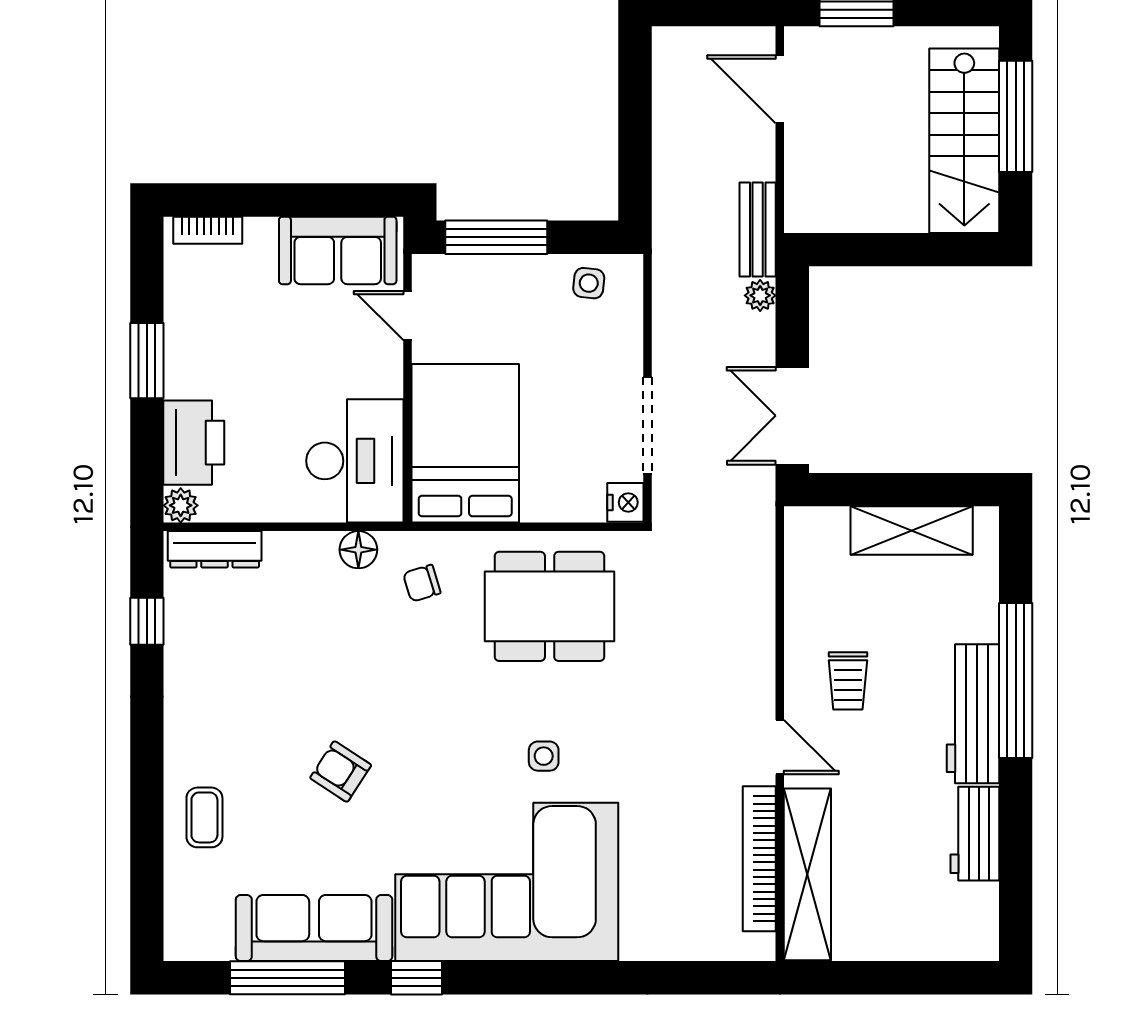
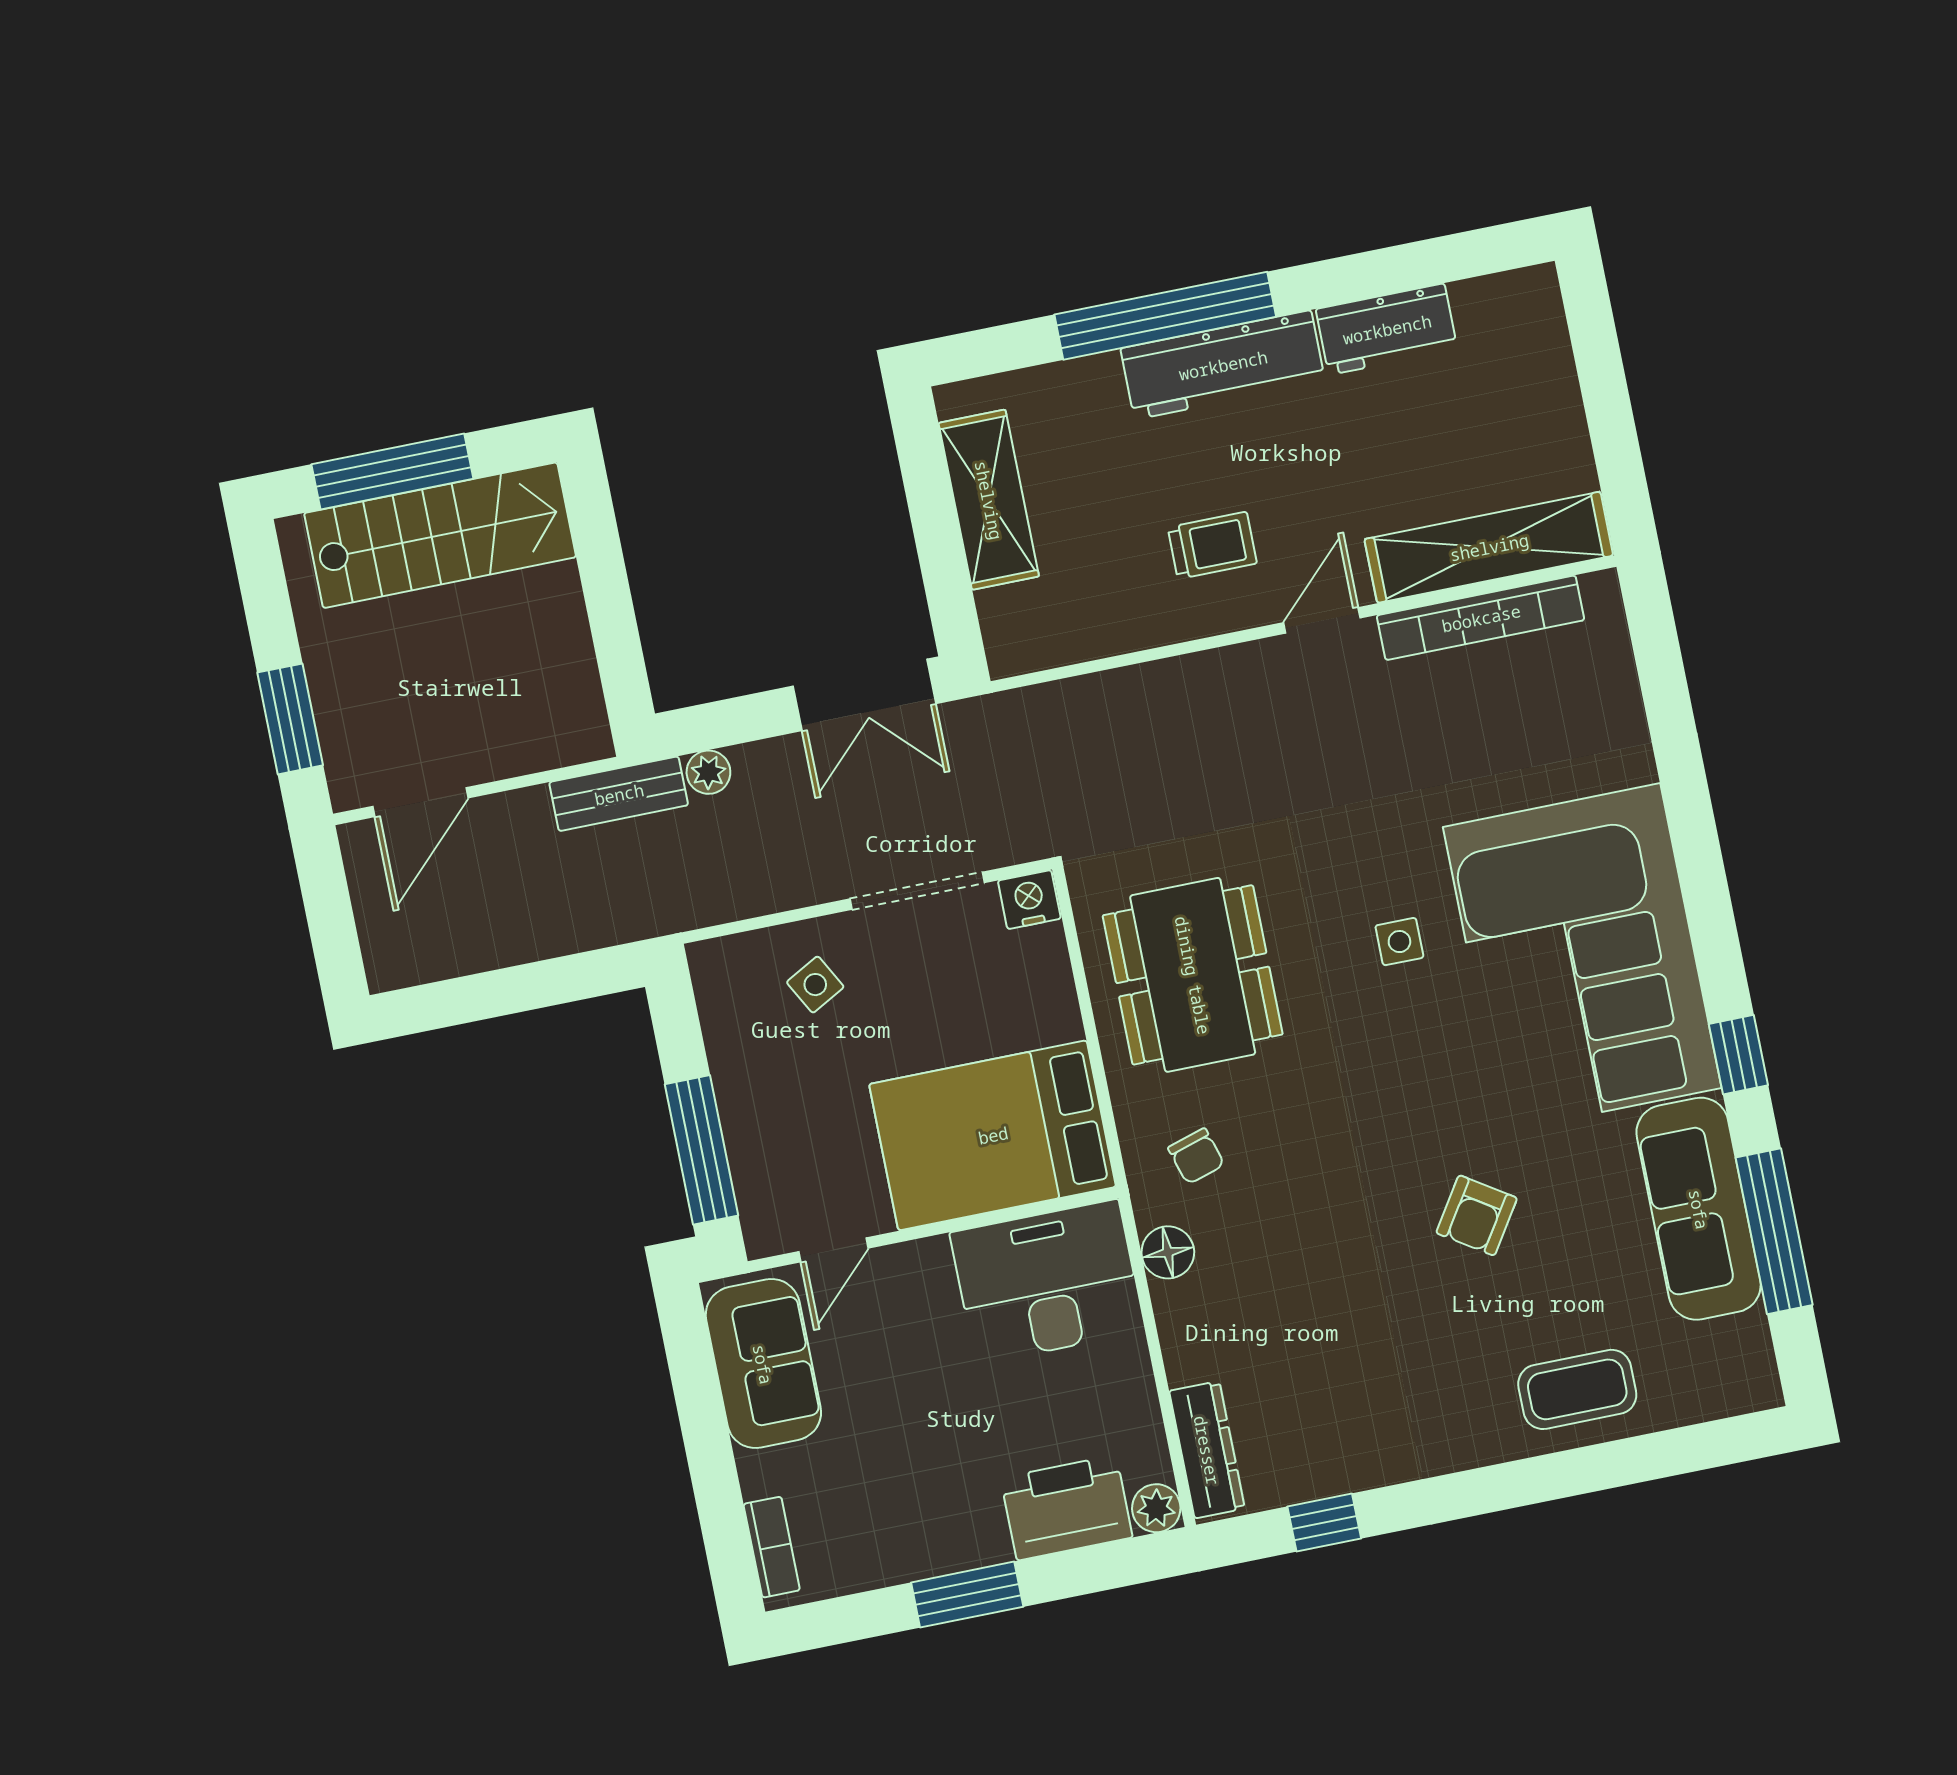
side table: (589, 283) -> (815, 985), moved, turned -35
coffee table: (204, 817) -> (1577, 1389), width x1.36, depth x1.30

